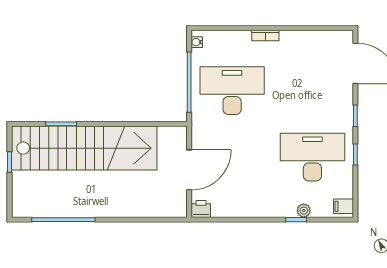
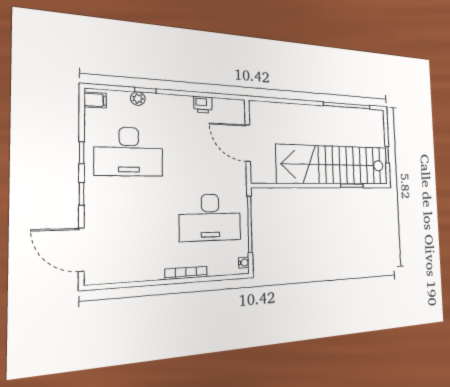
bookcase: (265, 36) -> (186, 273), width x1.56
door: (189, 170) -> (248, 143), hinge flipped
printer: (201, 209) -> (203, 105), moved

